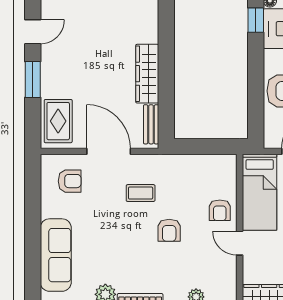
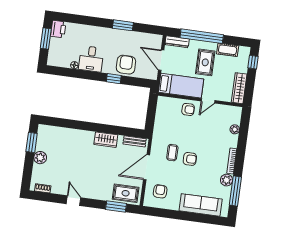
window: (256, 20) -> (114, 79), moved
wardrobe: (147, 74) -> (106, 140), width x0.67
window: (33, 79) -> (116, 207), moved
armchair: (169, 230) -> (190, 159), moved

